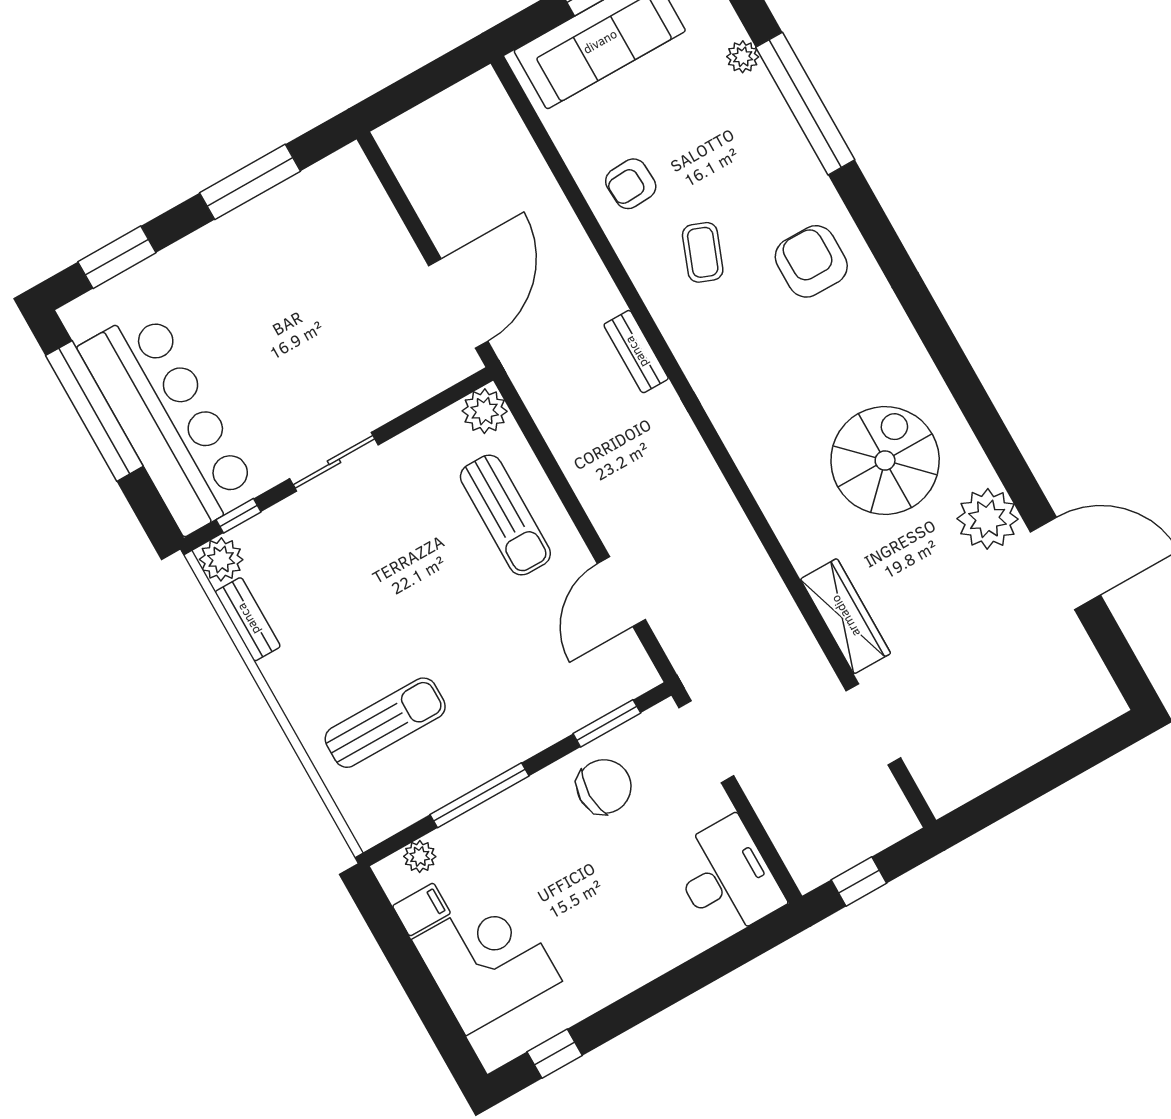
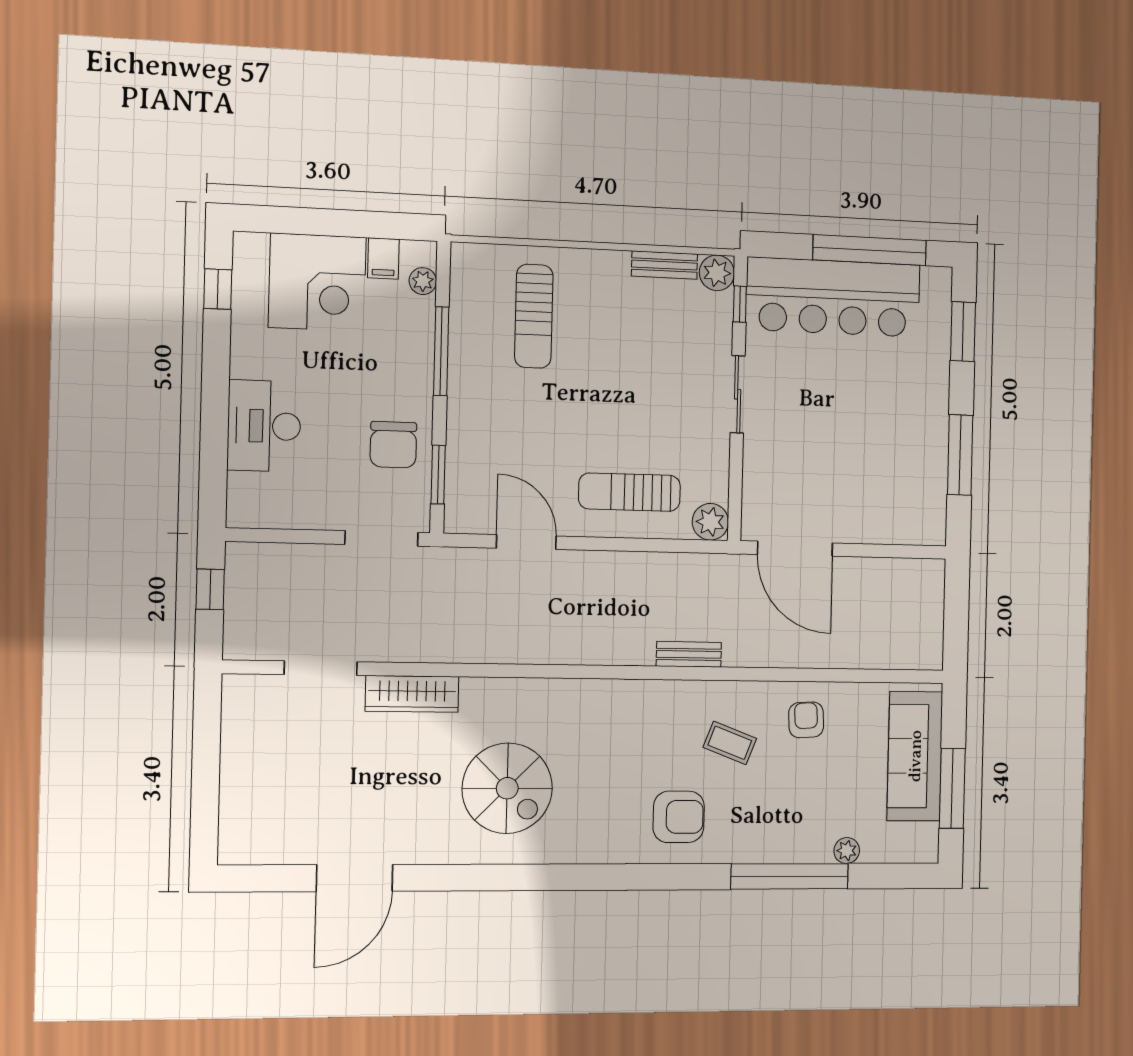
plant: (988, 519) -> (421, 839), removed
desk: (727, 878) -> (264, 426), moved, turned 90

